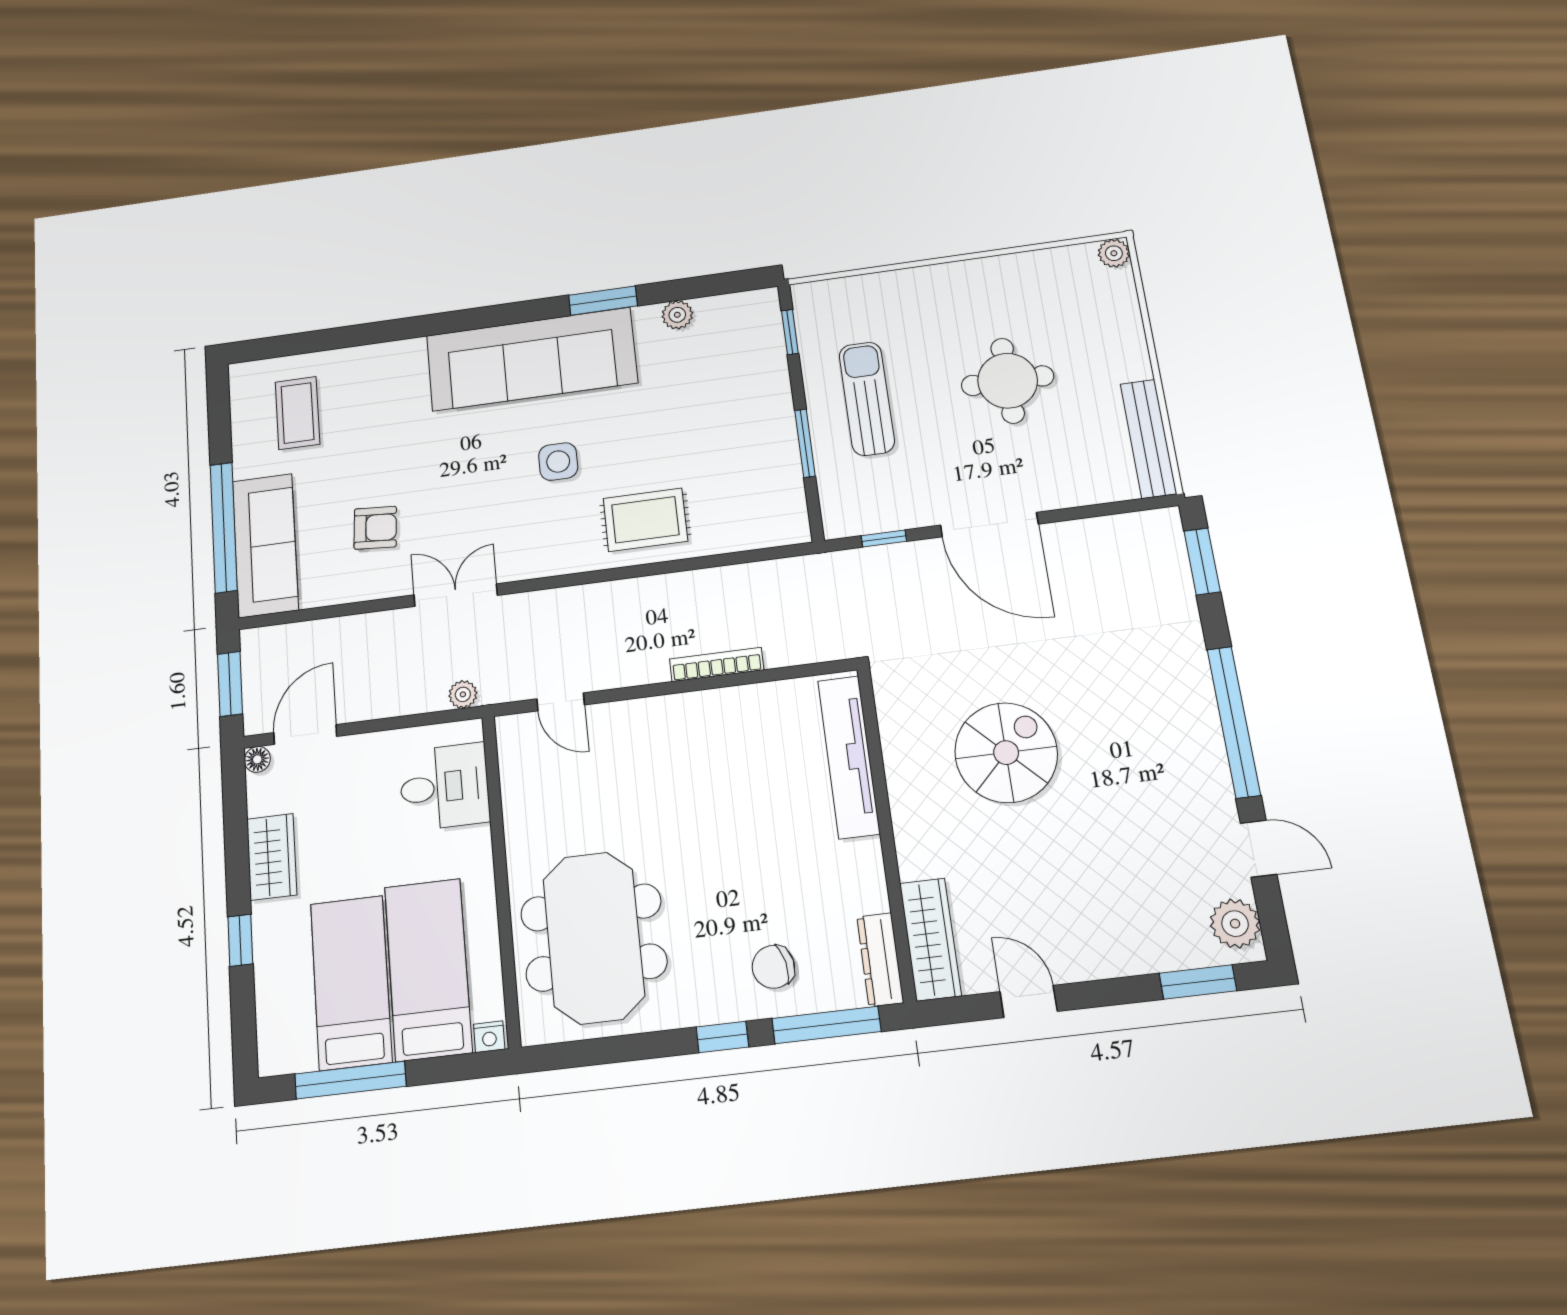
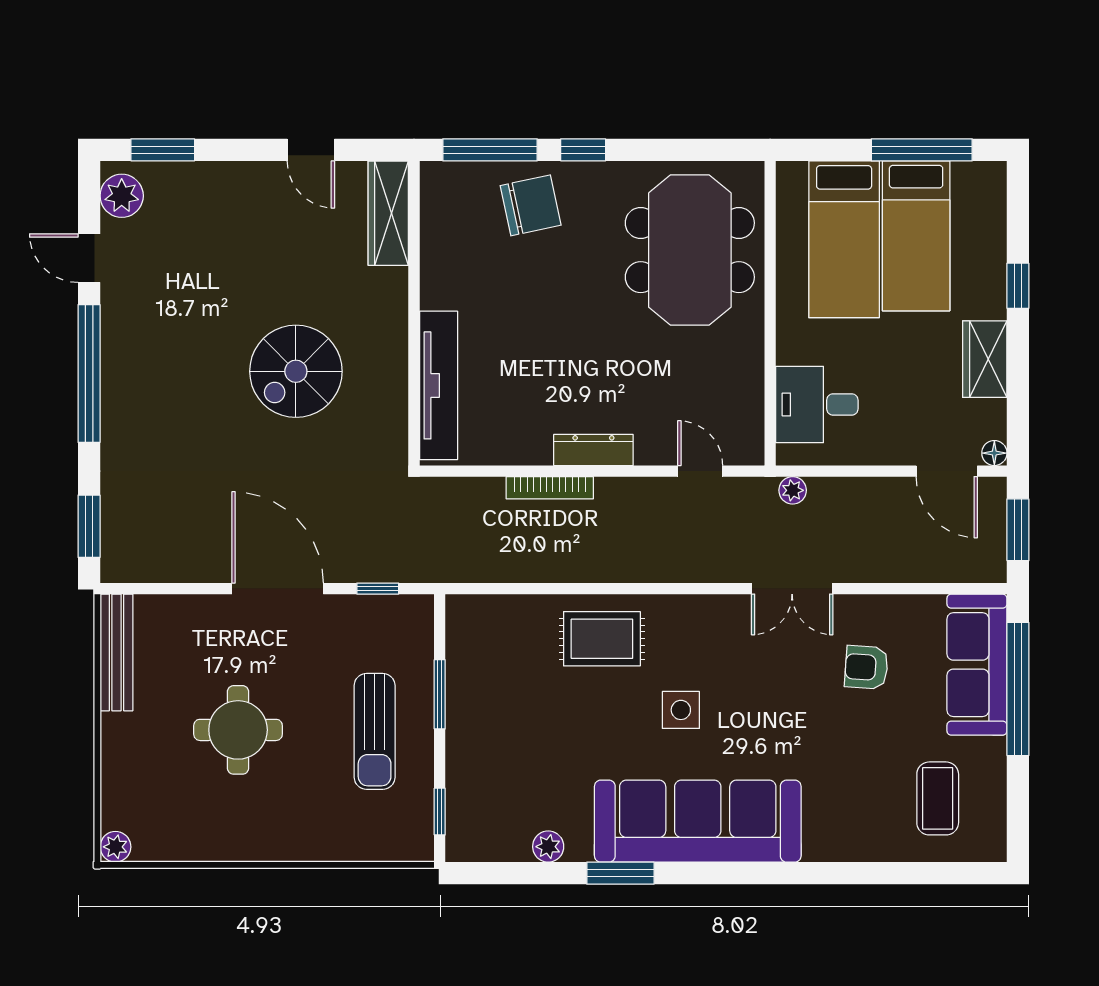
door: (305, 735) -> (947, 471), hinge flipped
dresser: (880, 960) -> (593, 450), moved, turned -90
chair: (773, 967) -> (531, 205), width x1.37, depth x1.37
nightstand: (489, 1037) -> (792, 174), removed

